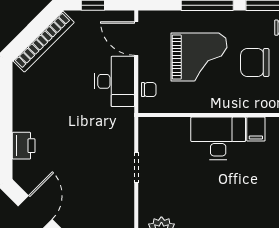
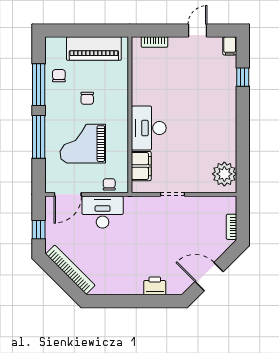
grand piano: (199, 57) -> (83, 144), turned -90
chair: (255, 62) -> (87, 98), width x0.54, depth x0.54
filing cabinet: (256, 129) -> (141, 166), moved, width x2.00

